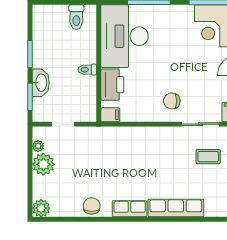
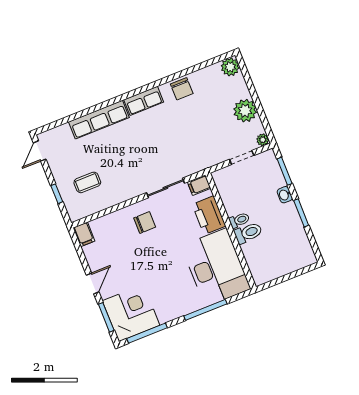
toilet: (76, 17) -> (248, 233), moved, turned 90
washbasin: (41, 83) -> (285, 195), width x0.52, depth x0.69
sliding door: (200, 124) -> (165, 188), moved
plant: (38, 146) -> (263, 140), moved

